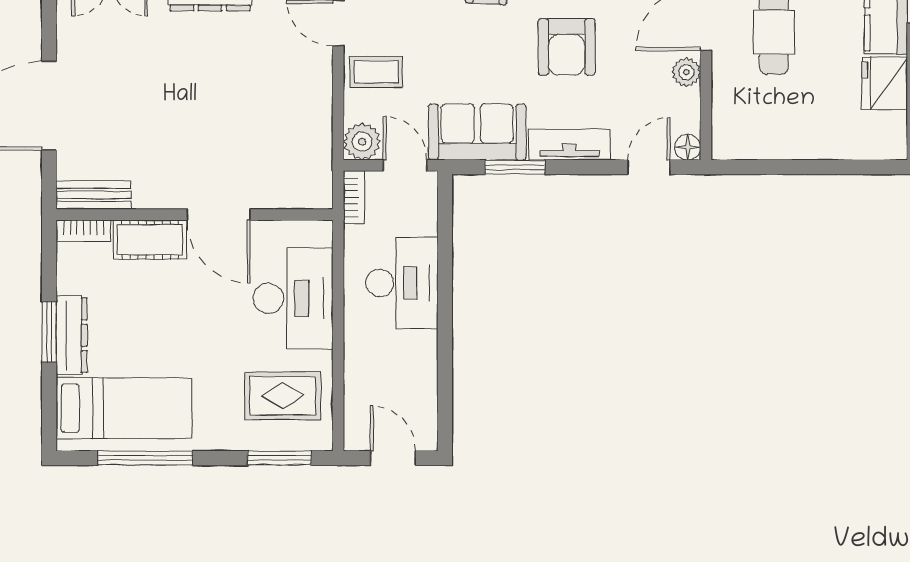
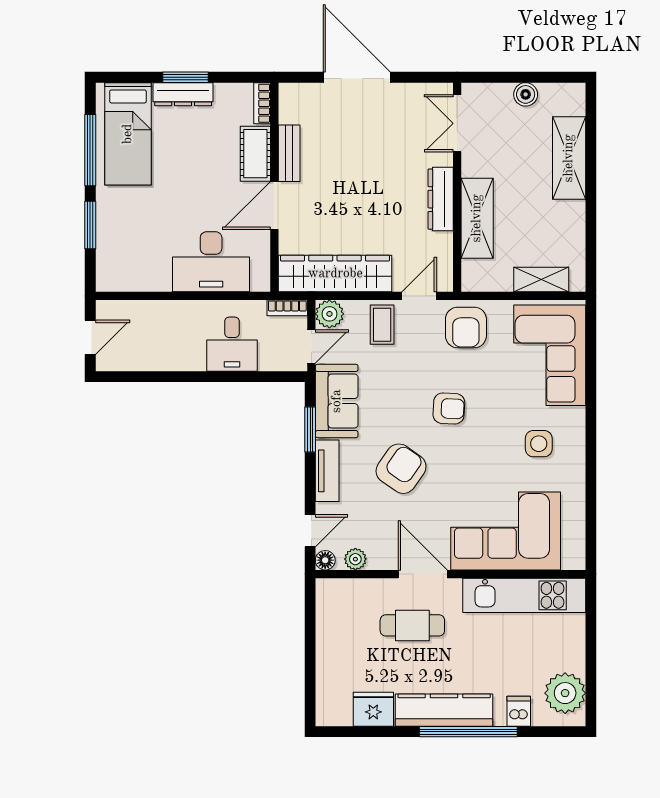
armchair: (567, 47) -> (401, 469), turned 125
plant: (686, 72) -> (355, 559), moved
wardrobe: (309, 134) -> (335, 274), added
door: (649, 167) -> (310, 531), hinge flipped
bench: (93, 195) -> (289, 153), moved
desk: (402, 283) -> (232, 344), width x0.73
rug: (283, 396) -> (137, 254), removed
window: (279, 458) -> (90, 225), moved

